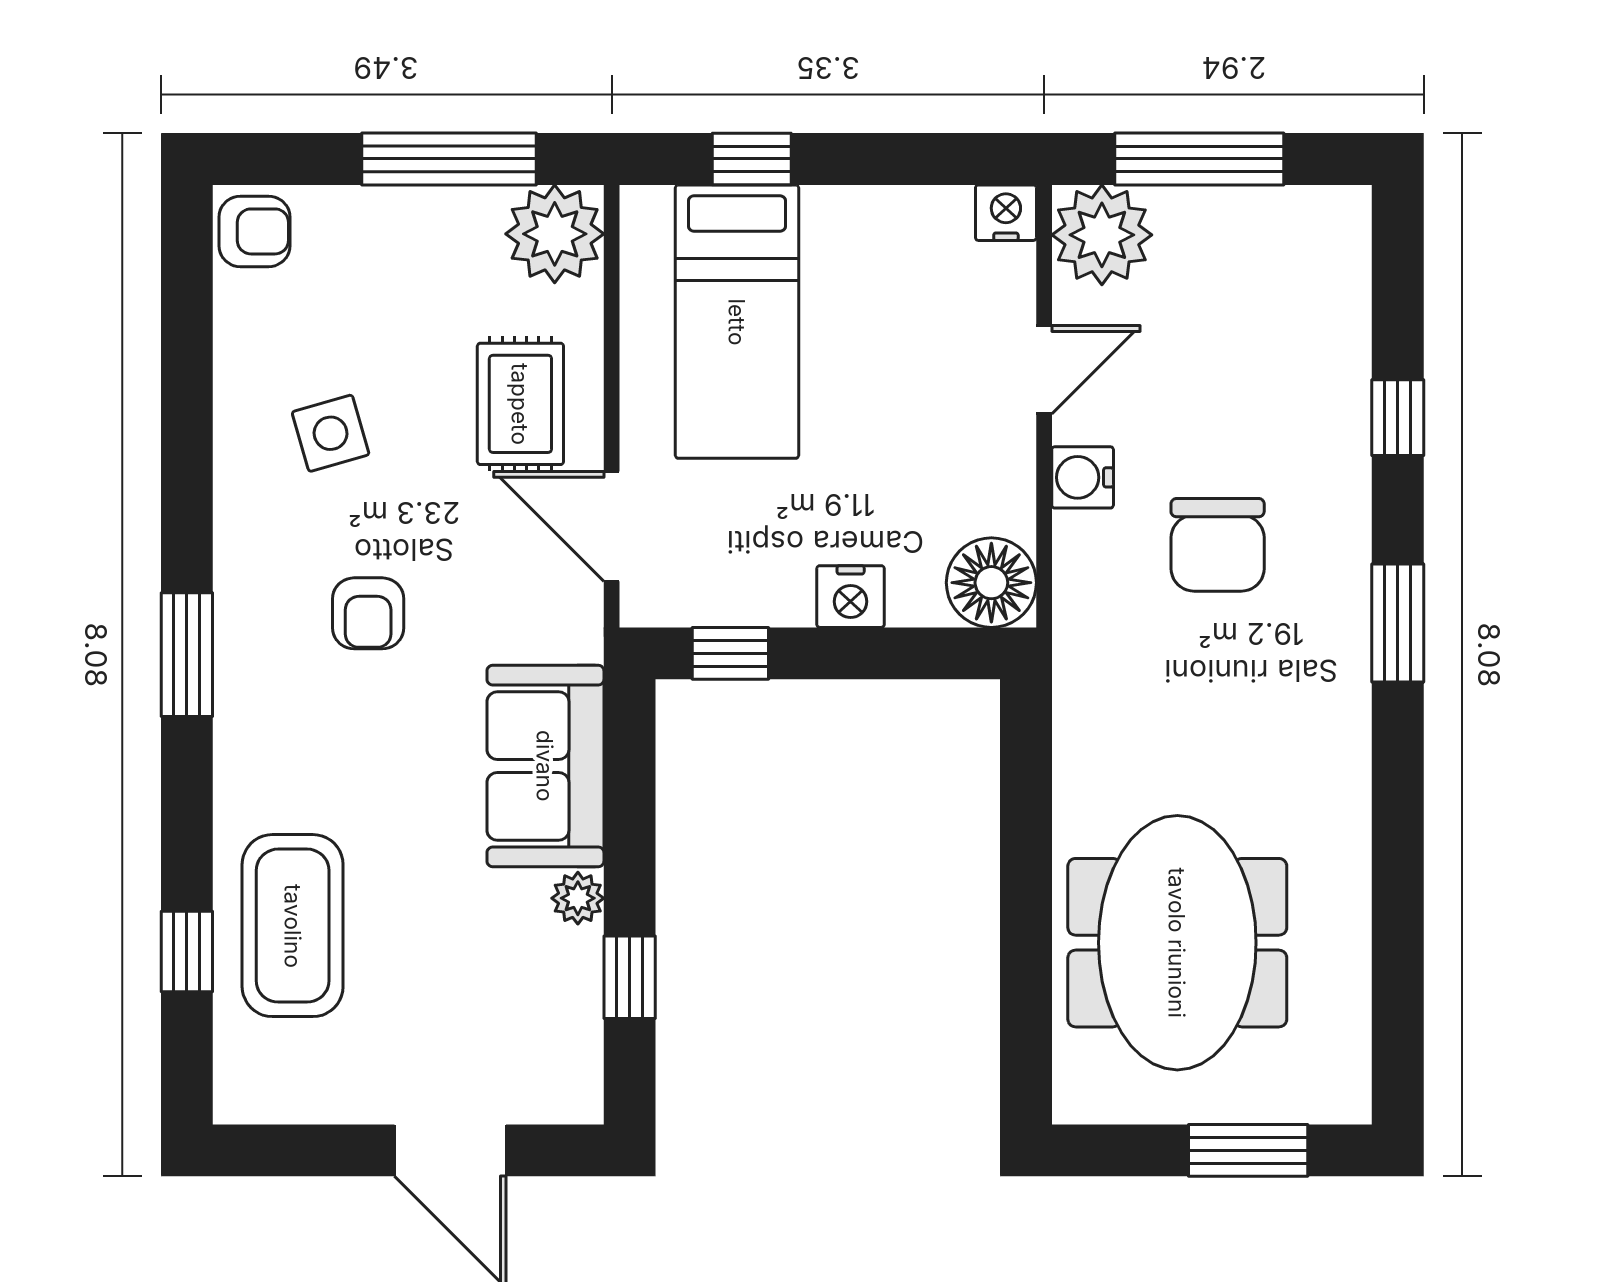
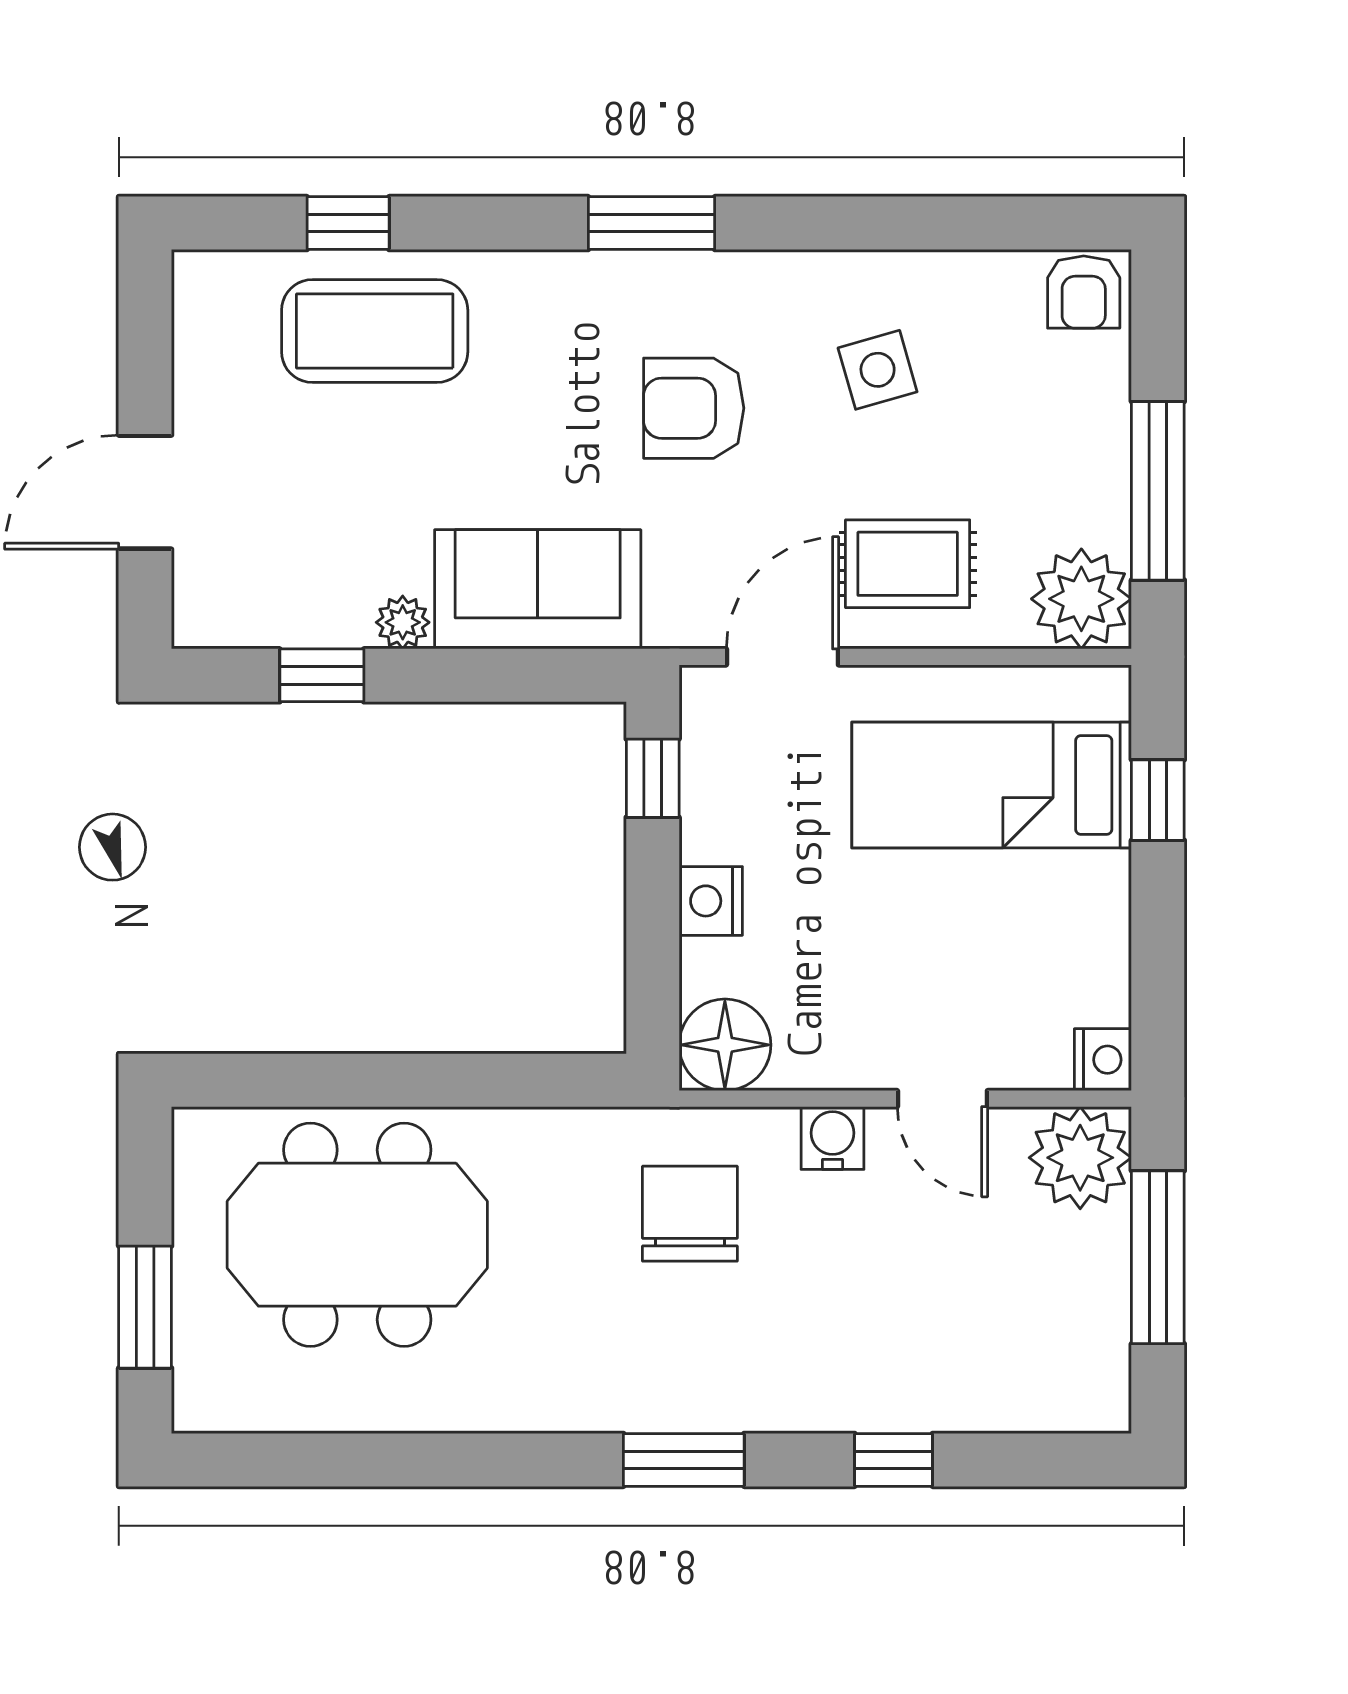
chair: (1218, 545) -> (690, 1214), moved, turned 90
armchair: (368, 613) -> (694, 408), width x1.38, depth x1.38

